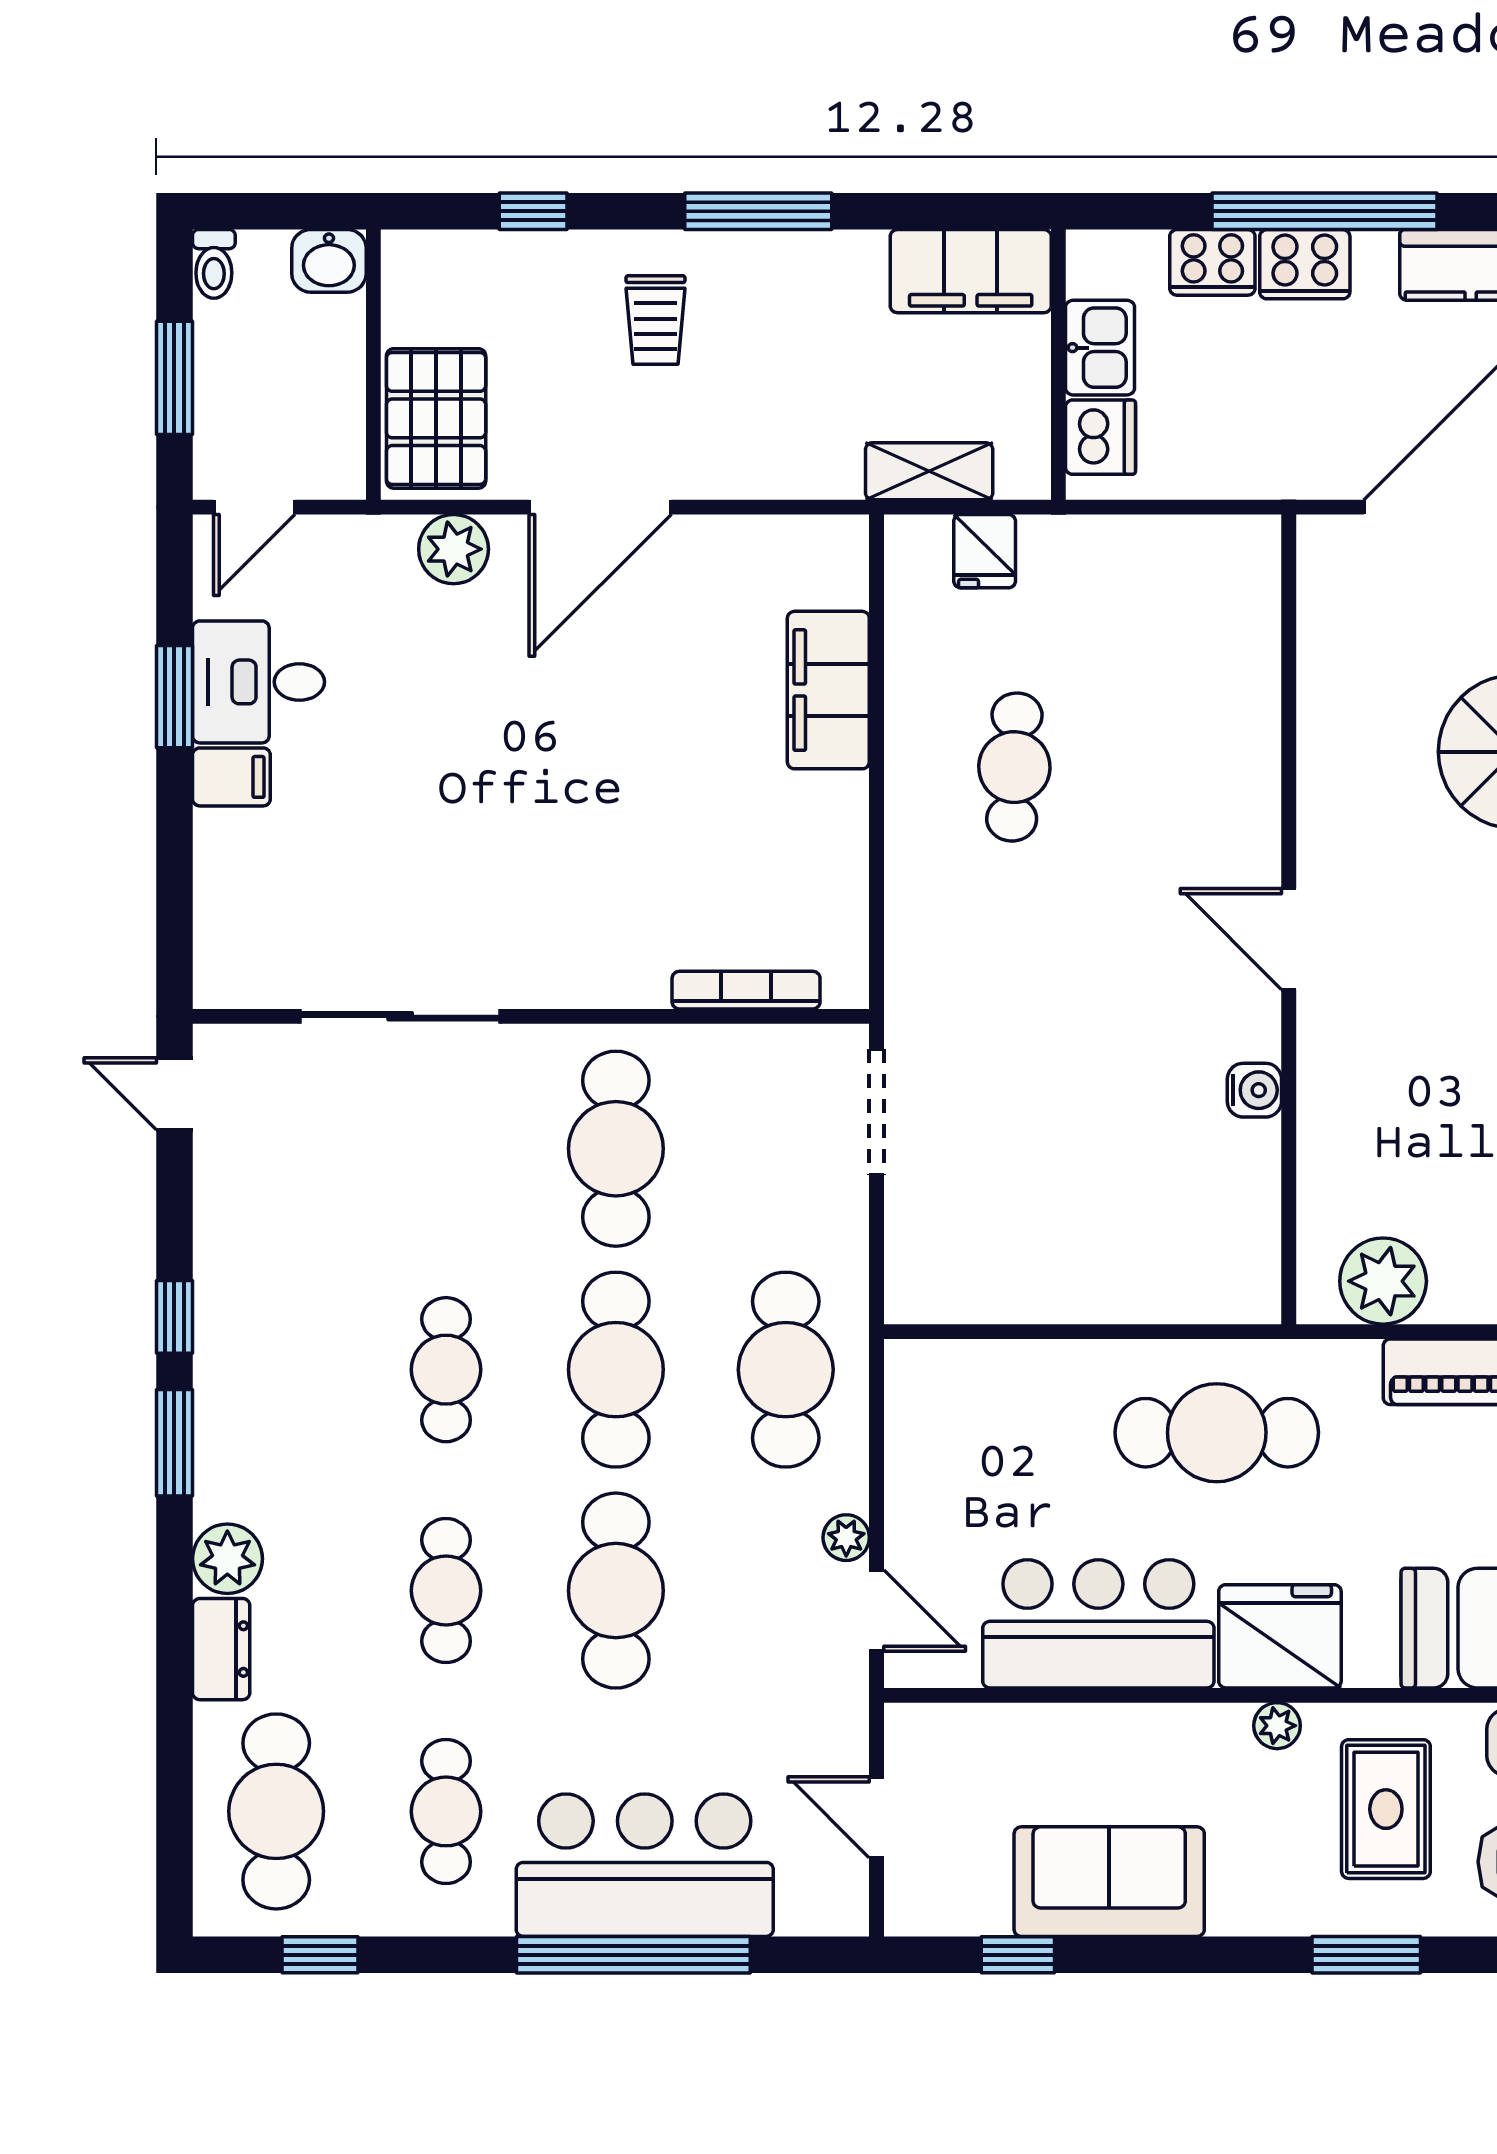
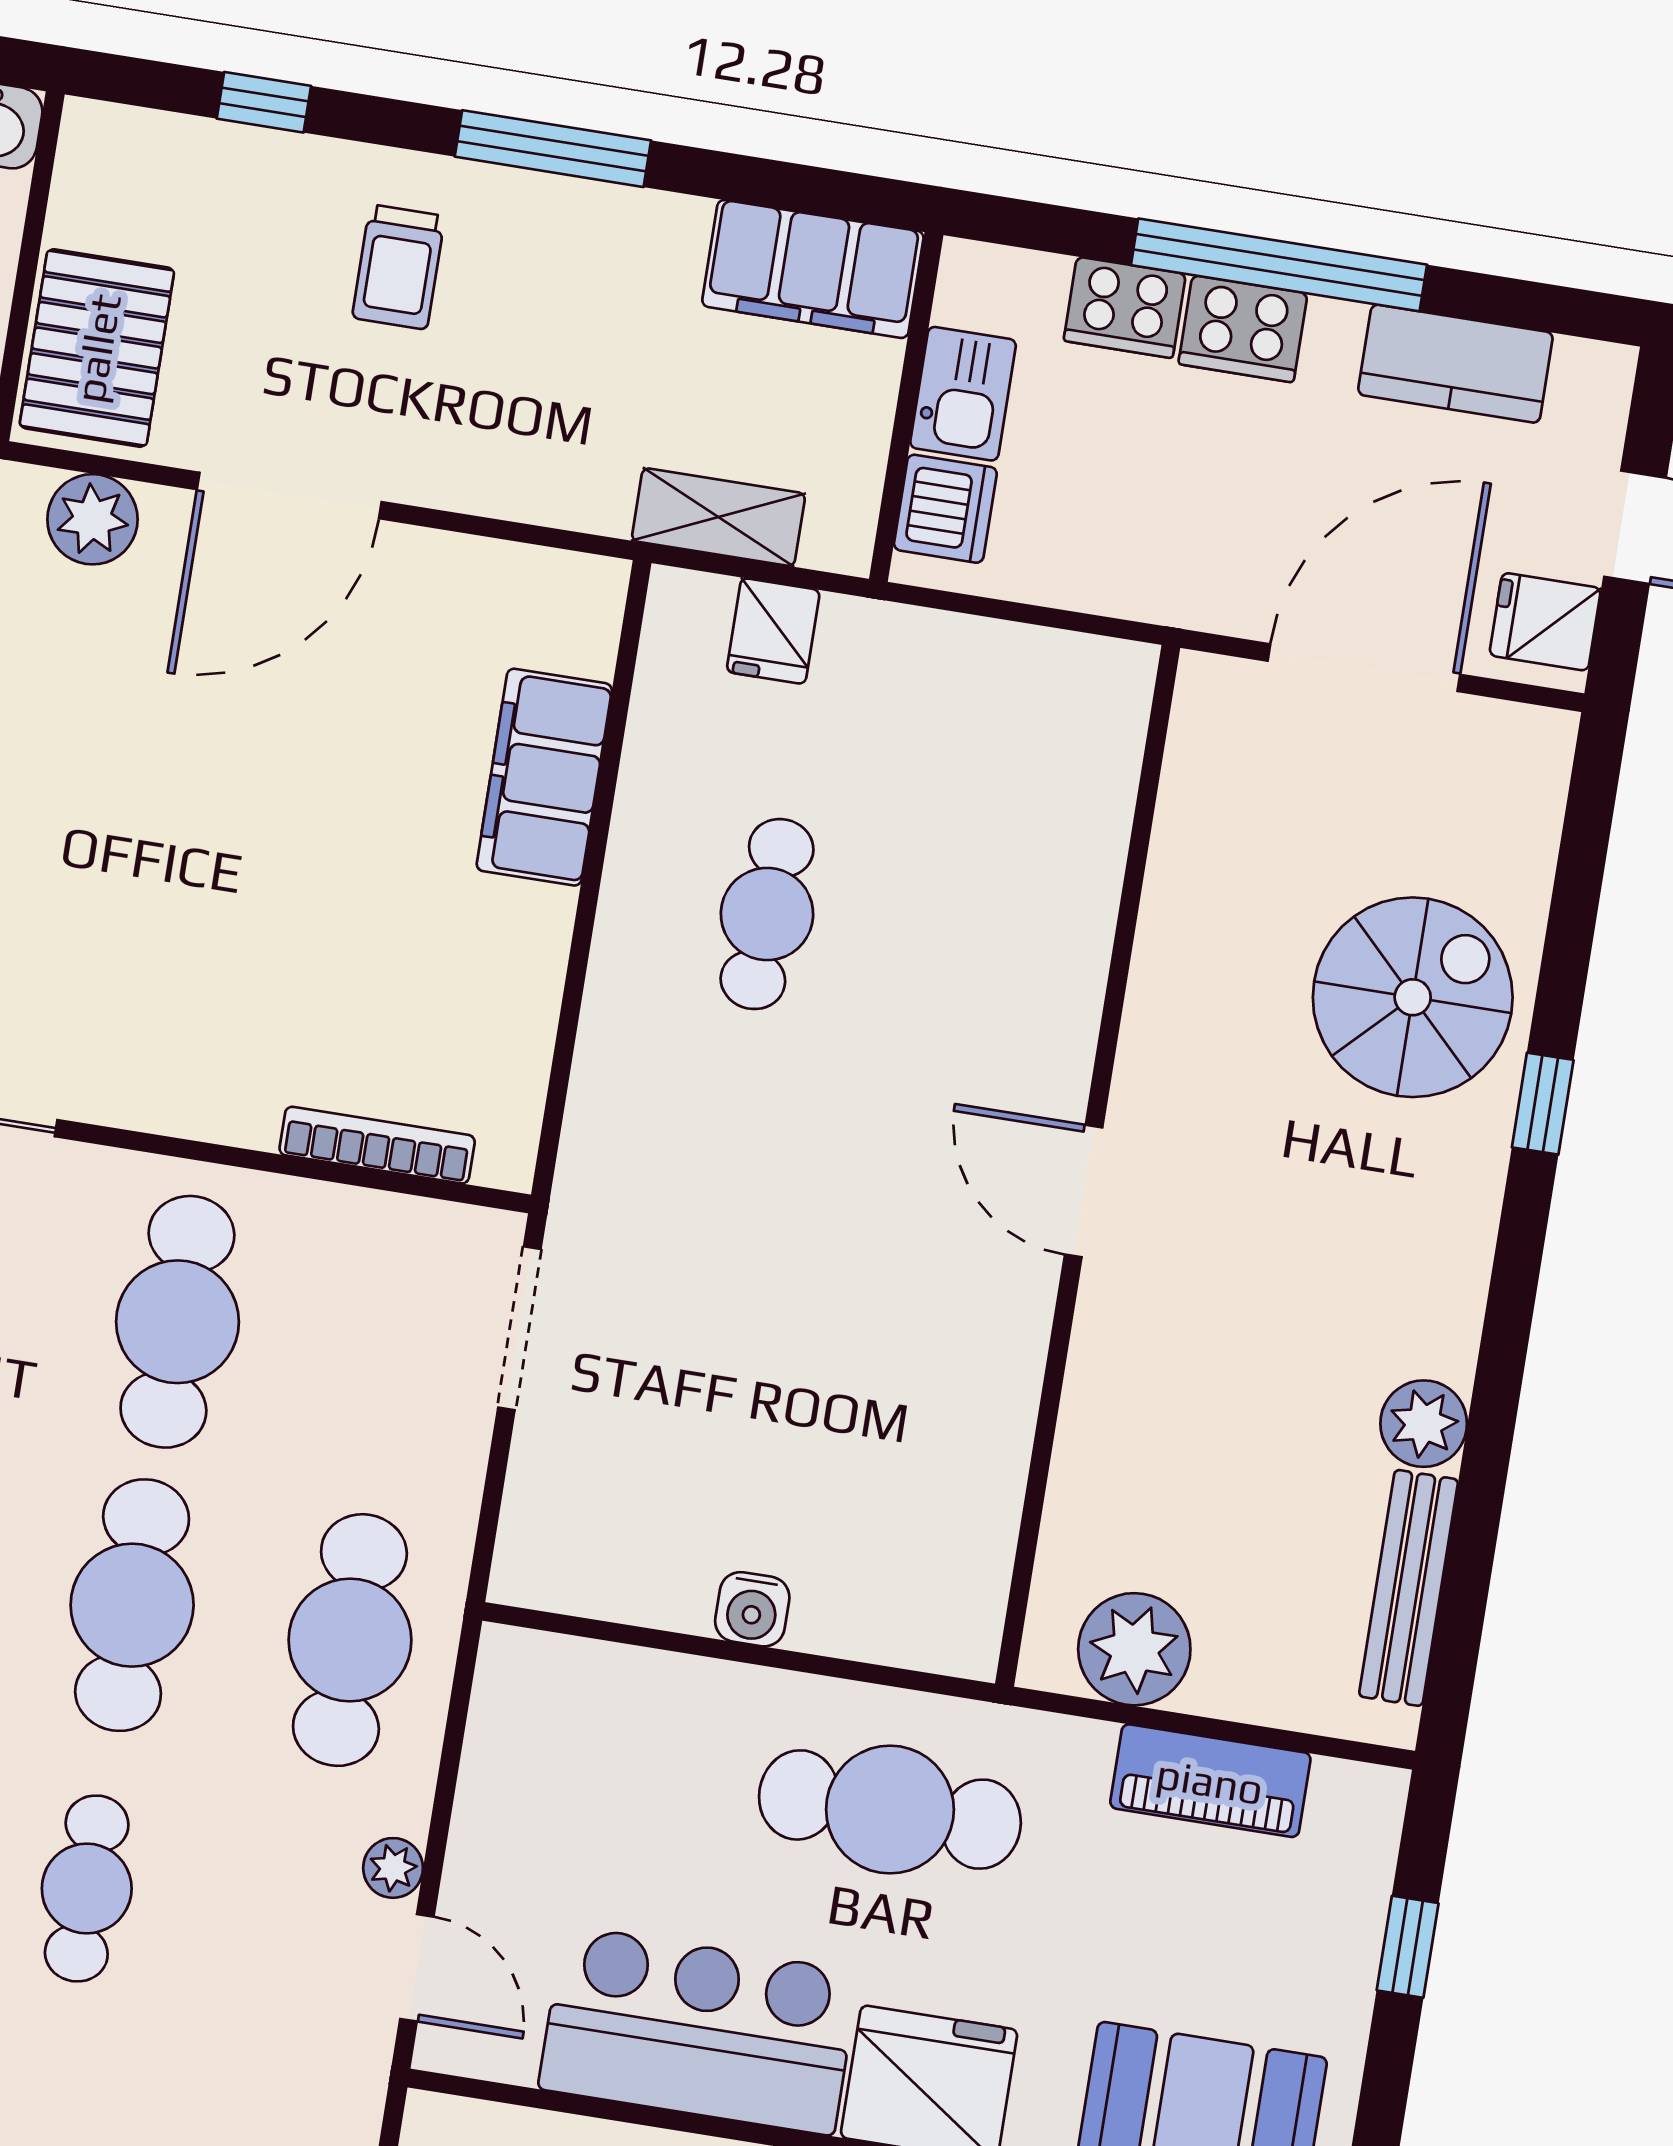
water cooler: (1254, 1090) -> (752, 1609), moved, turned 90
cafe table: (616, 1591) -> (87, 1889), width x0.73, depth x0.74

